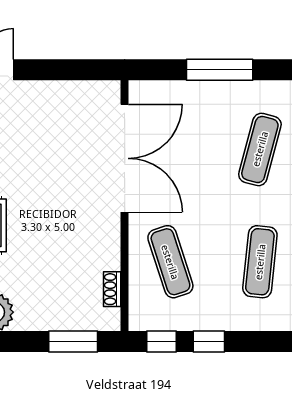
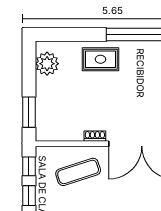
shoe rack: (112, 289) -> (95, 136), moved

